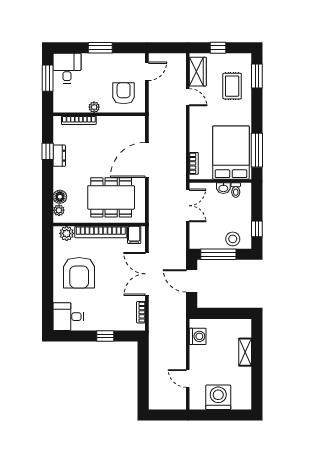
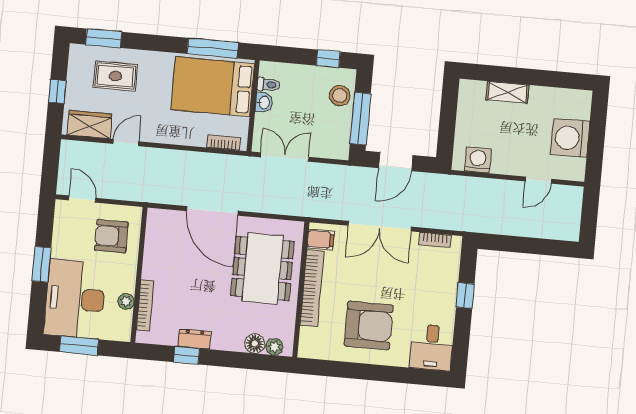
desk: (67, 68) -> (75, 299), width x1.87, depth x1.30
plant: (94, 107) -> (126, 301), moved
plant: (67, 233) -> (310, 339), removed

